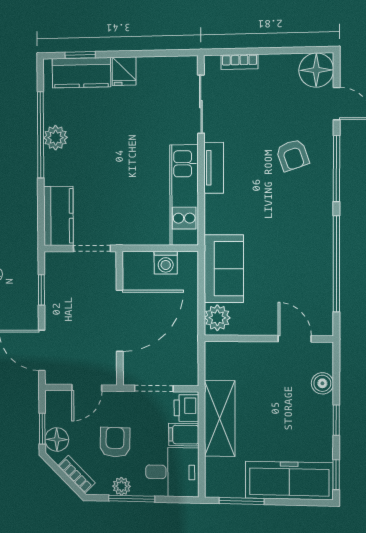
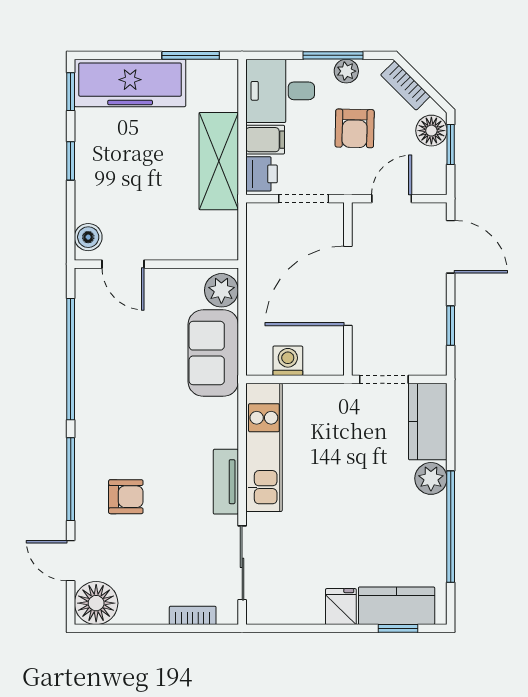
plant: (56, 138) -> (431, 478), moved
armchair: (293, 155) -> (126, 497), turned 109
boiler: (322, 383) -> (88, 237), moved

